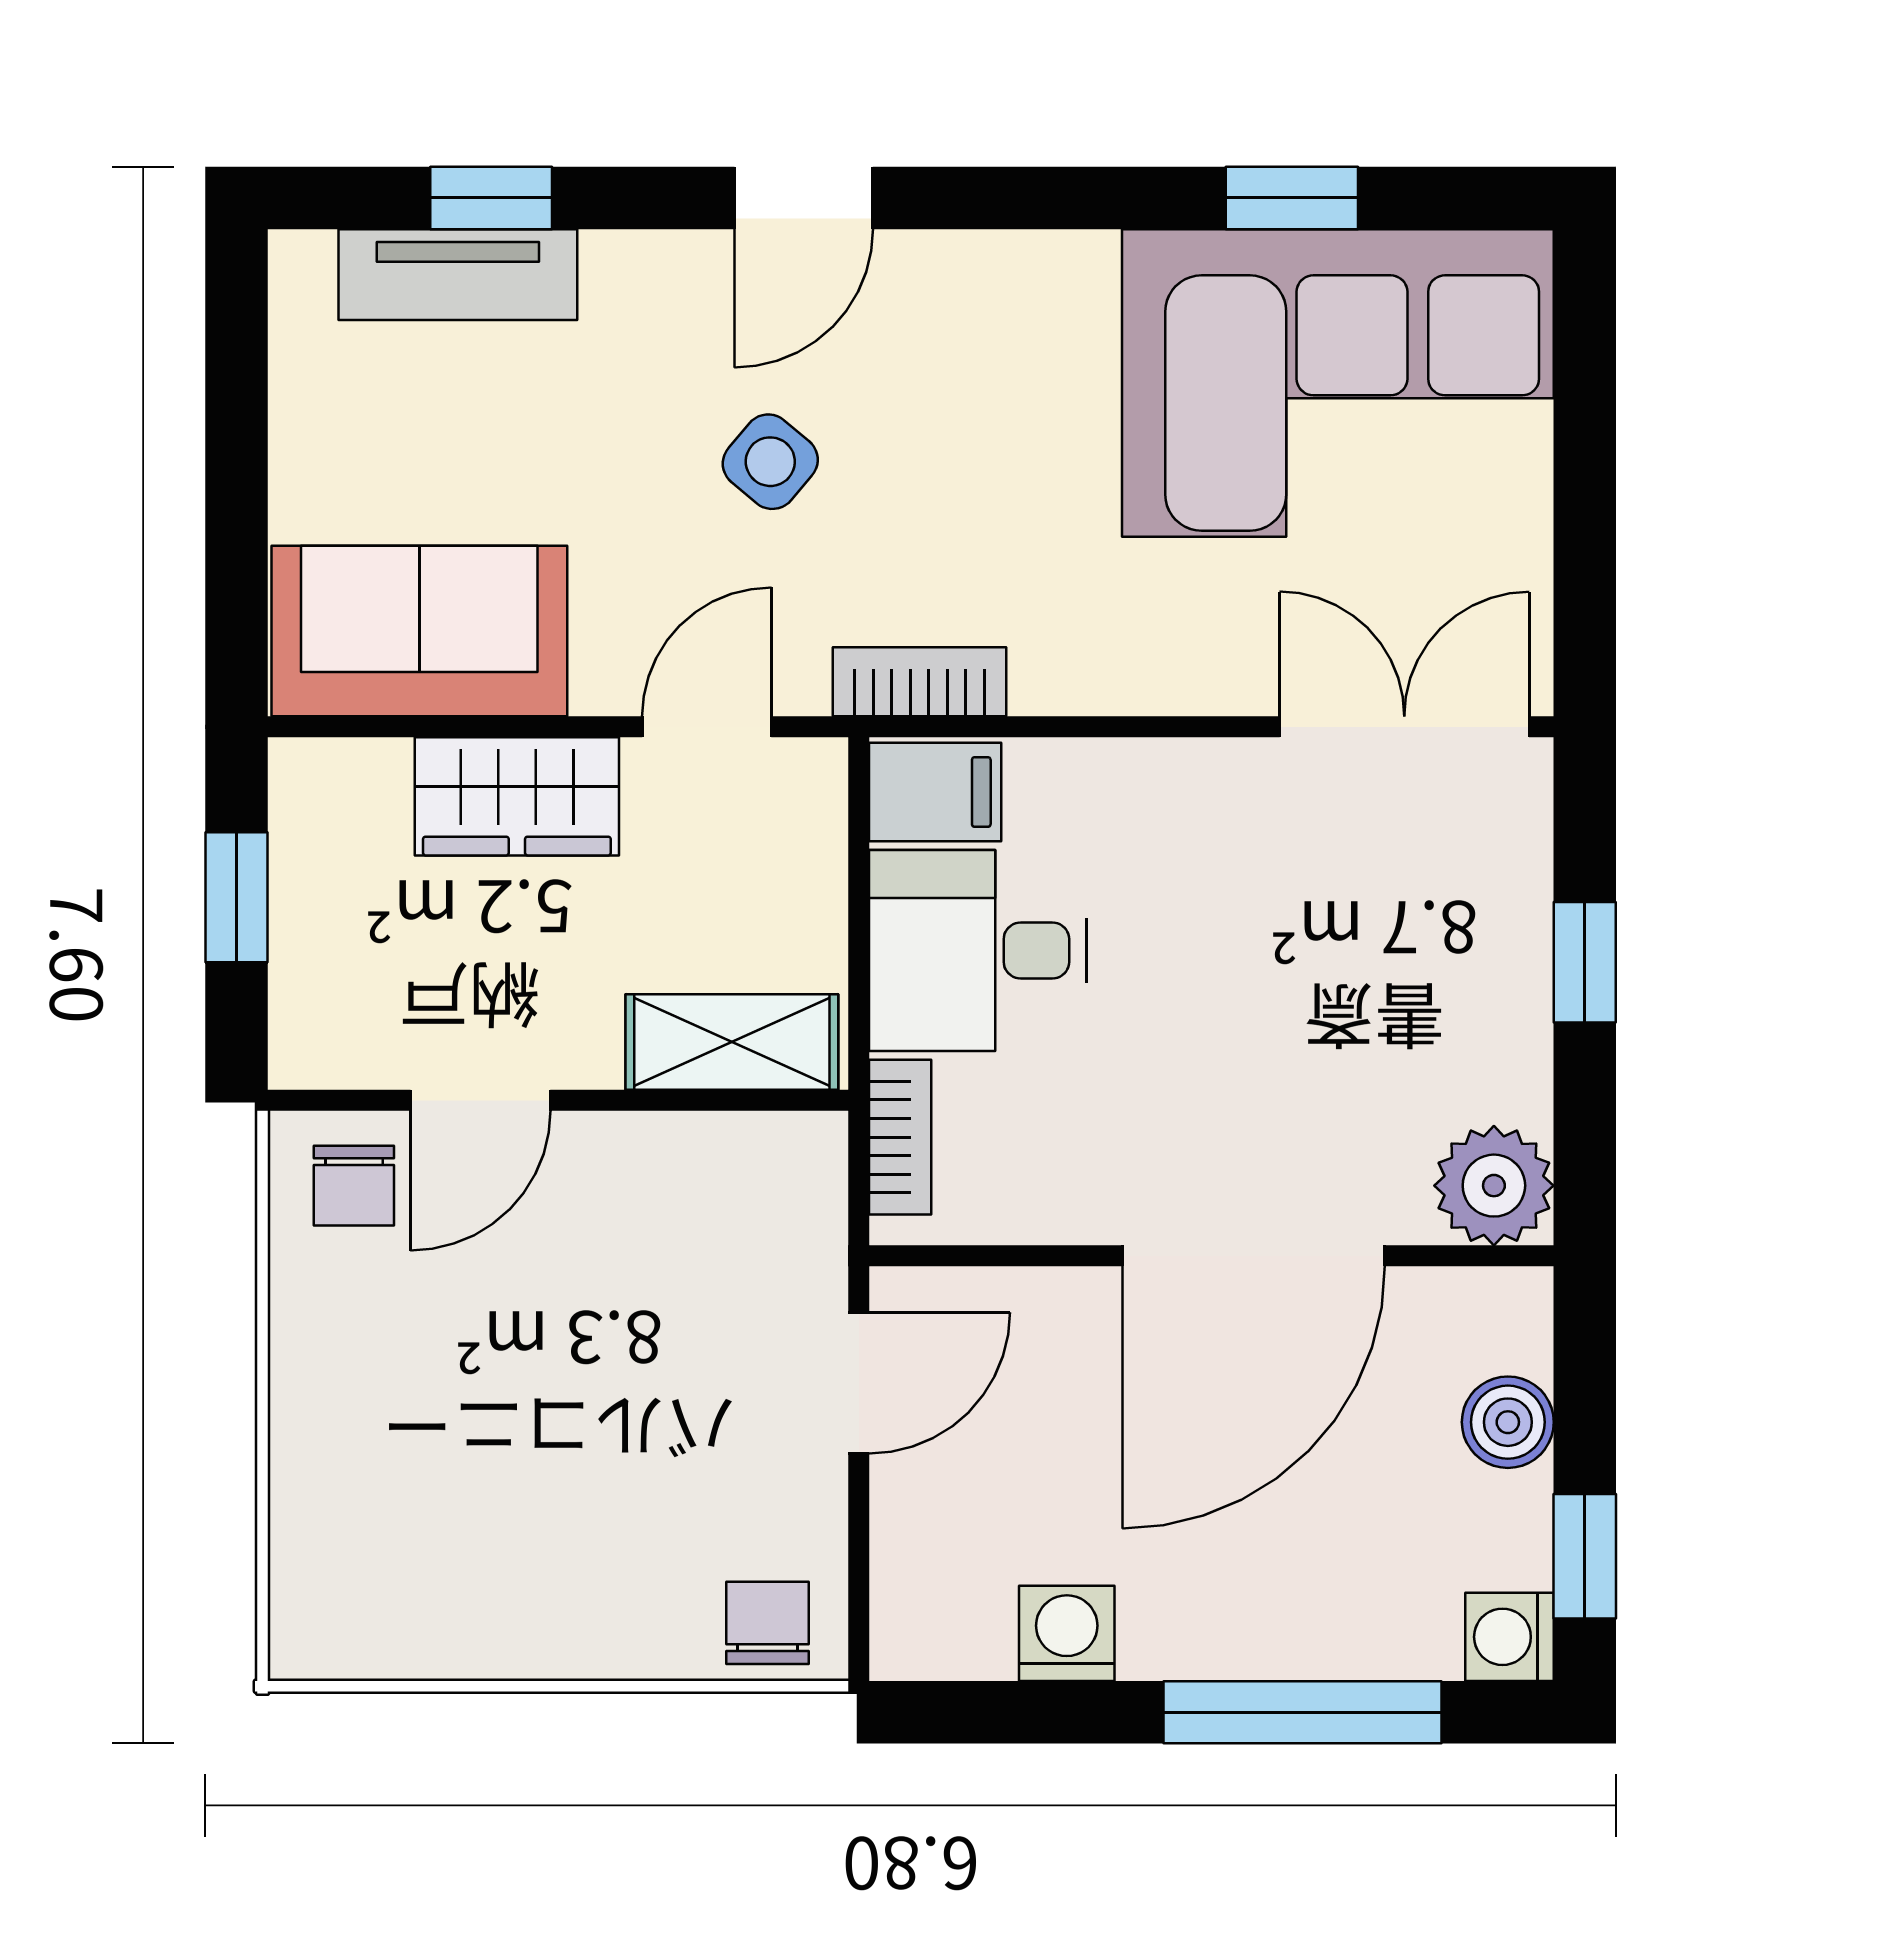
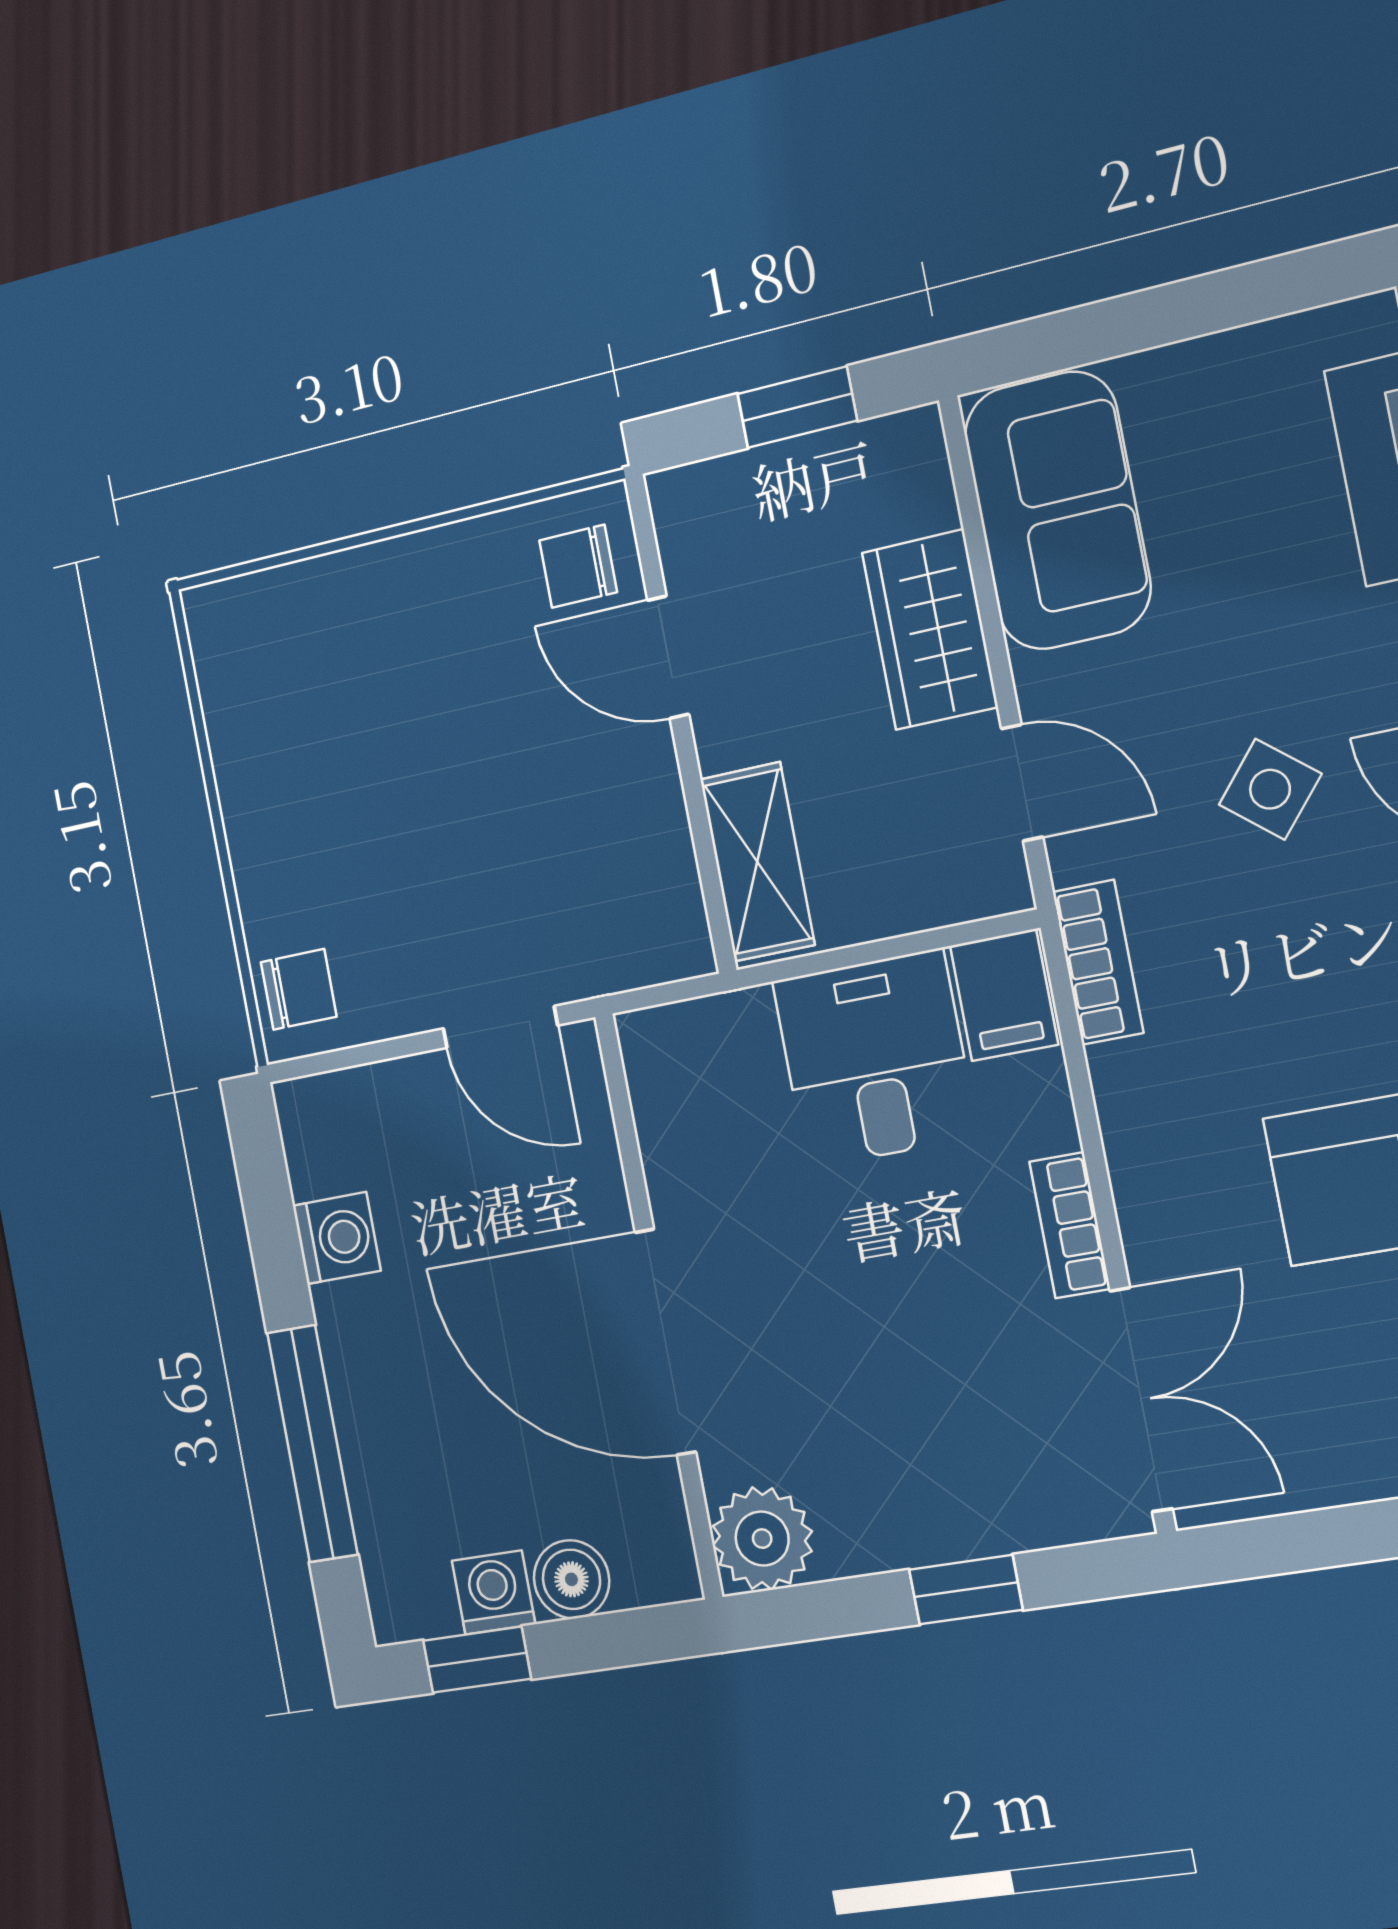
bookcase: (900, 1137) -> (1070, 1225), moved, turned 90
washing machine: (1510, 1637) -> (493, 1592), moved

